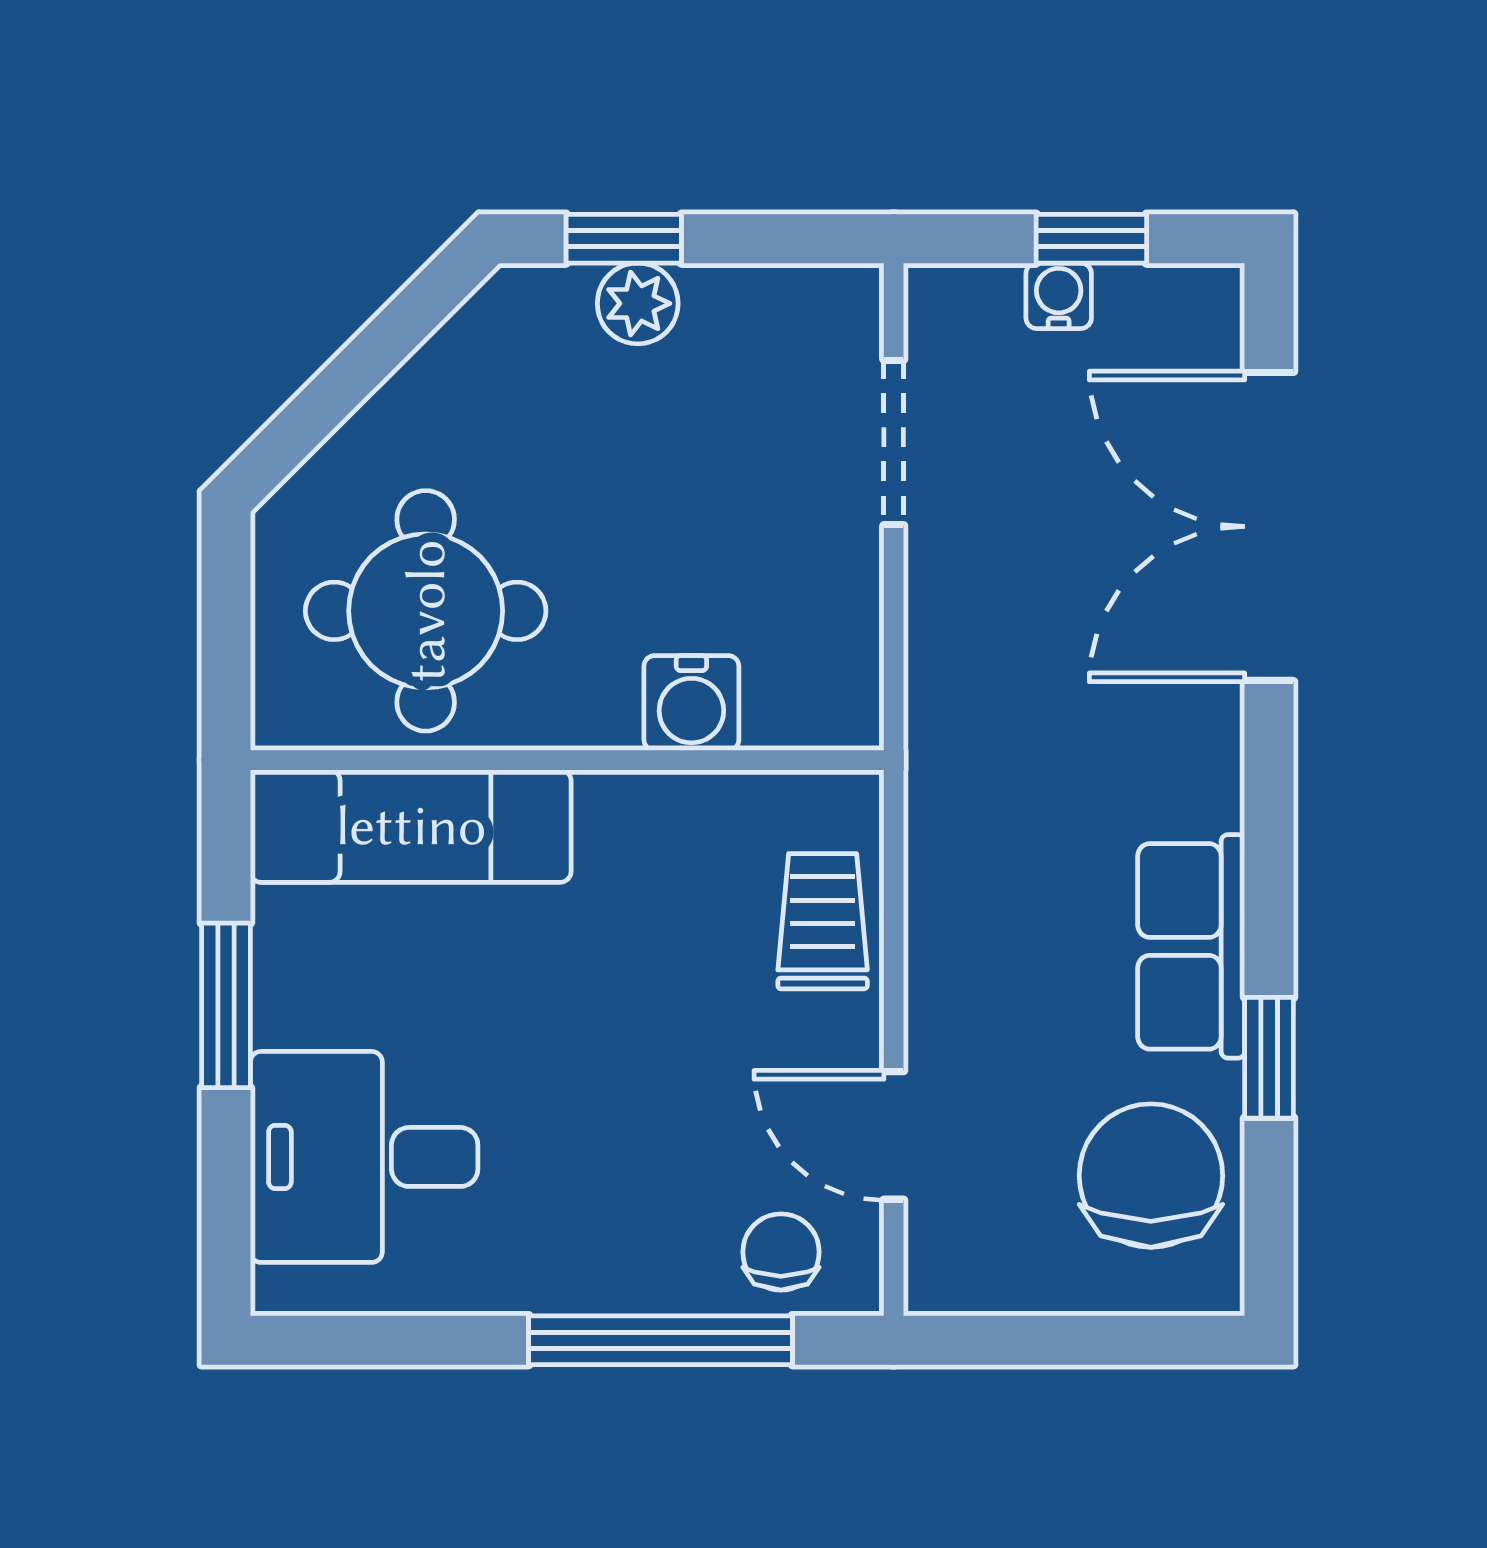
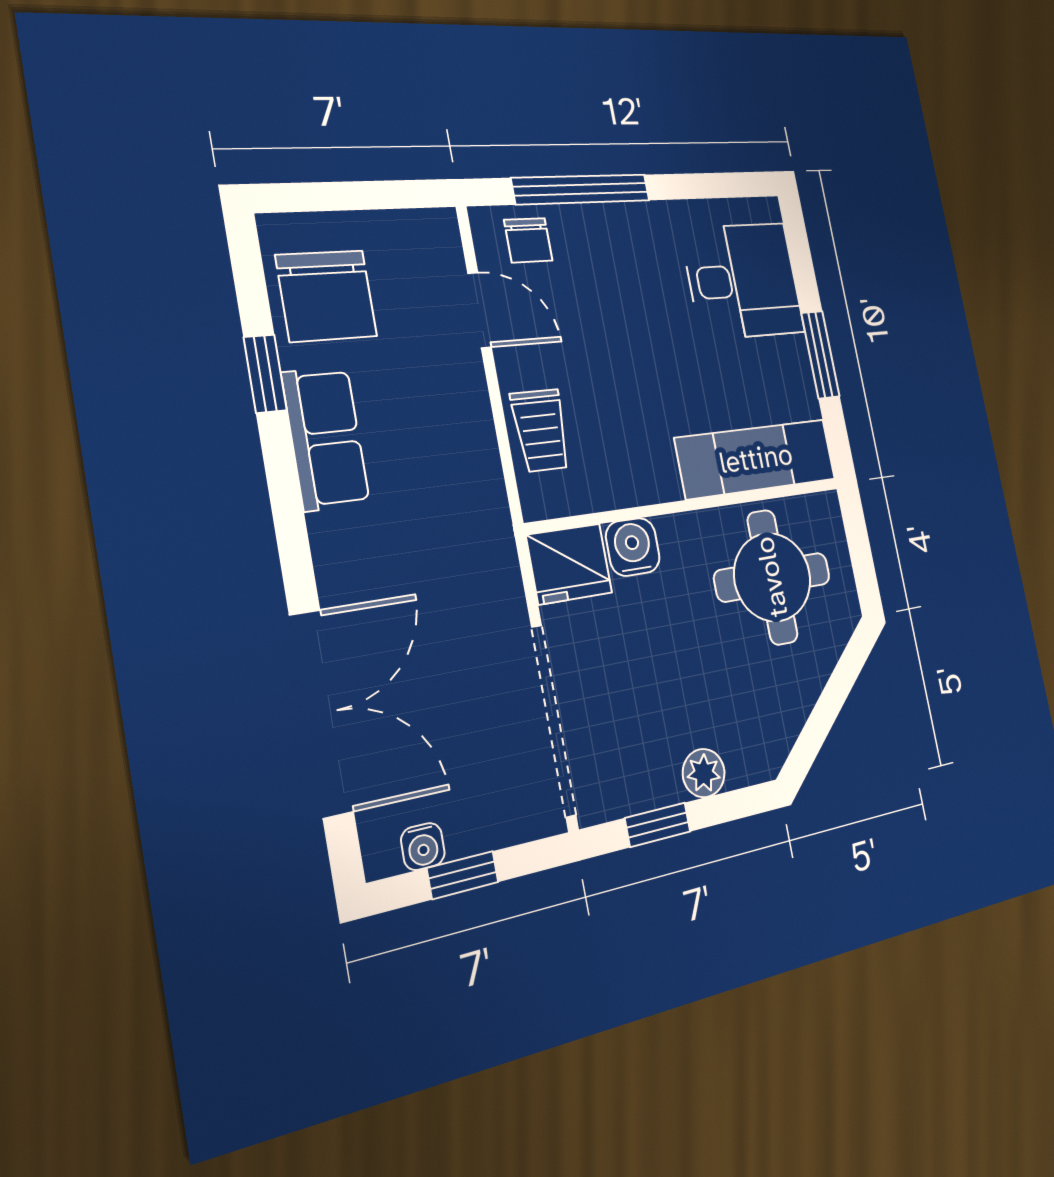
window: (624, 239) -> (658, 825), moved
water cooler: (1059, 296) -> (423, 847), moved
doorway: (894, 442) -> (554, 721), width x1.88
fridge: (815, 691) -> (569, 564), added

